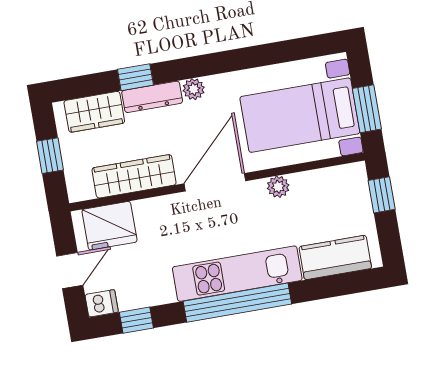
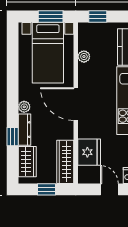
wardrobe: (134, 176) -> (65, 162), moved
plant: (278, 187) -> (84, 57), moved
fridge: (110, 226) -> (89, 152), moved

